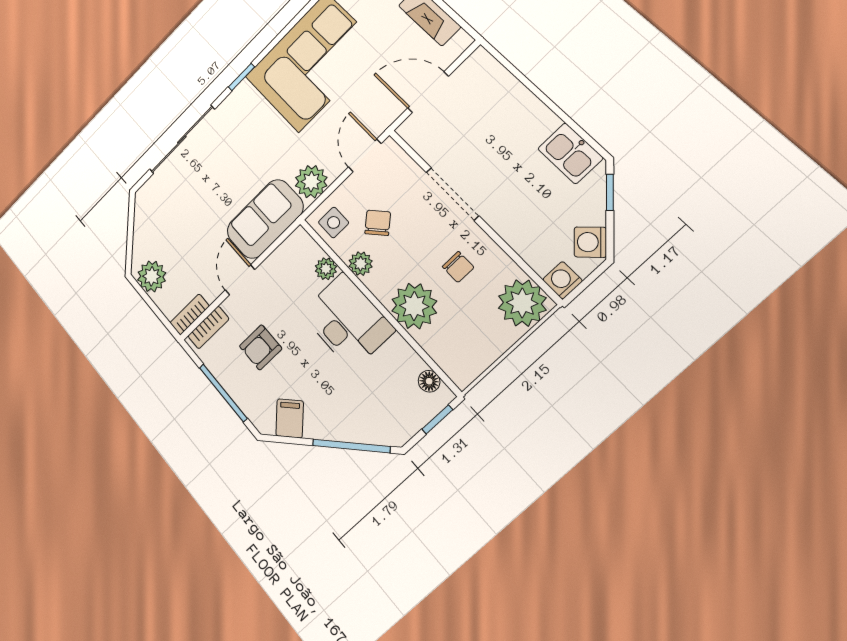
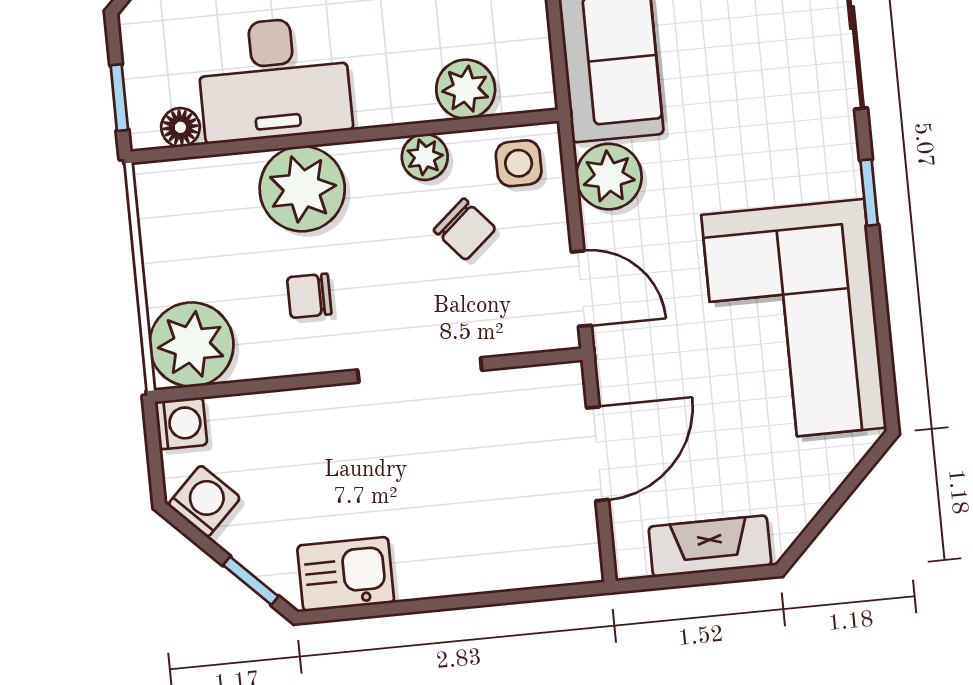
plant: (326, 269) -> (466, 89), width x1.38, depth x1.38
desk: (347, 322) -> (274, 79), moved

